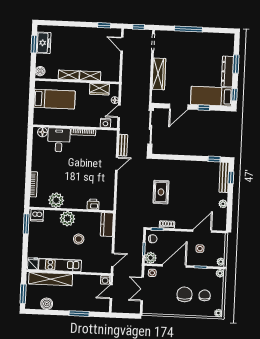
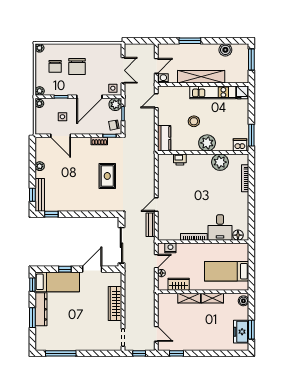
window: (188, 29) -> (61, 353), moved
door: (202, 231) -> (61, 136), hinge flipped
shelving: (51, 279) -> (201, 77), moved

